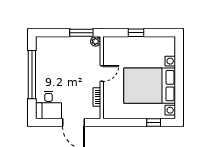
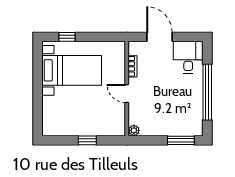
window: (81, 33) -> (181, 140), moved
door: (102, 74) -> (127, 93), hinge flipped
bed with nightstands: (150, 86) -> (72, 70), width x0.73

